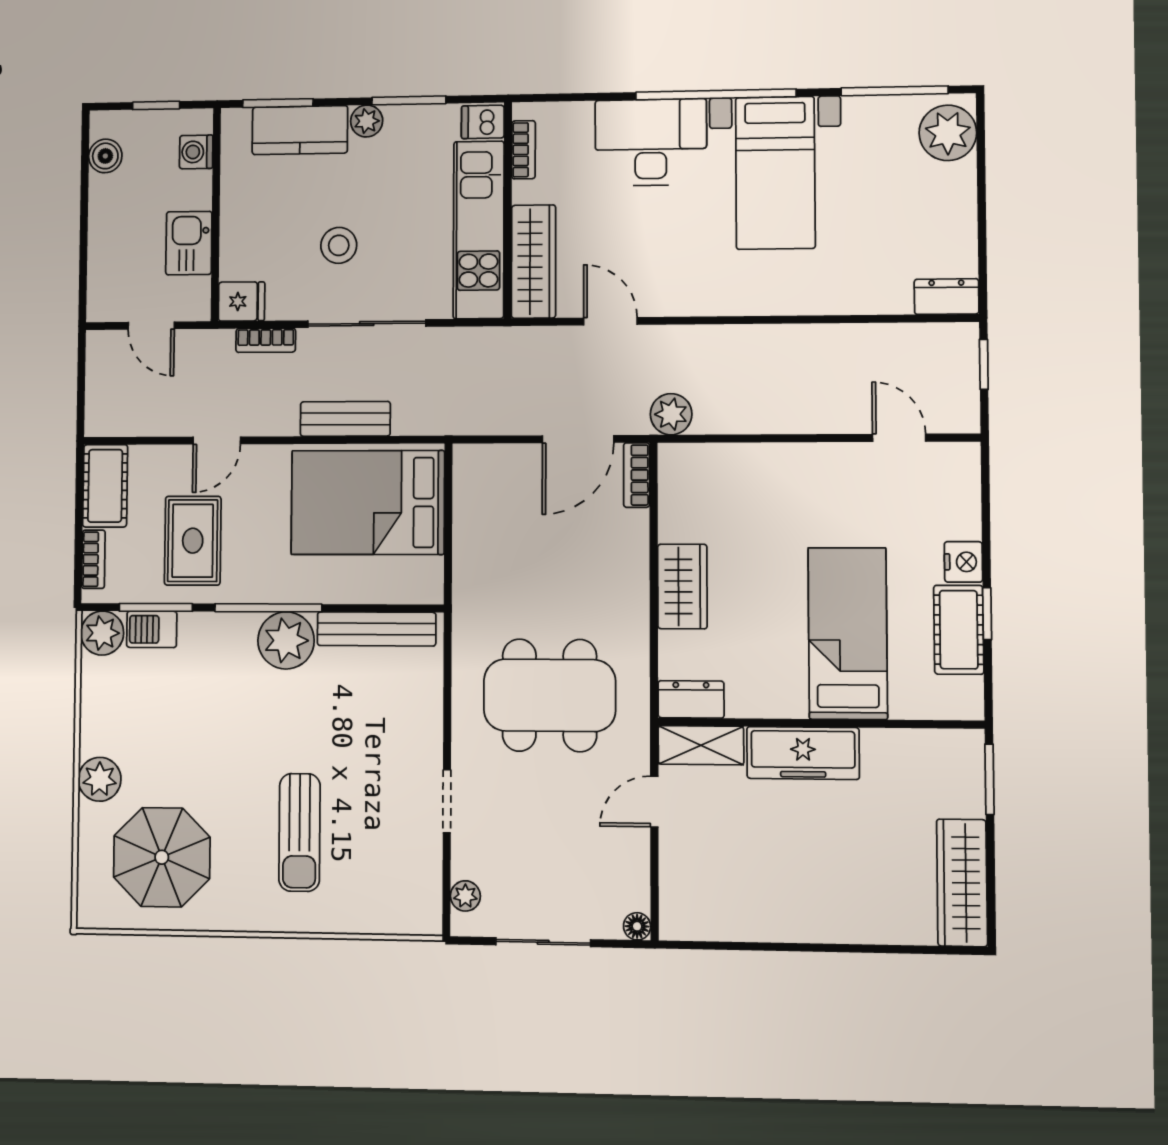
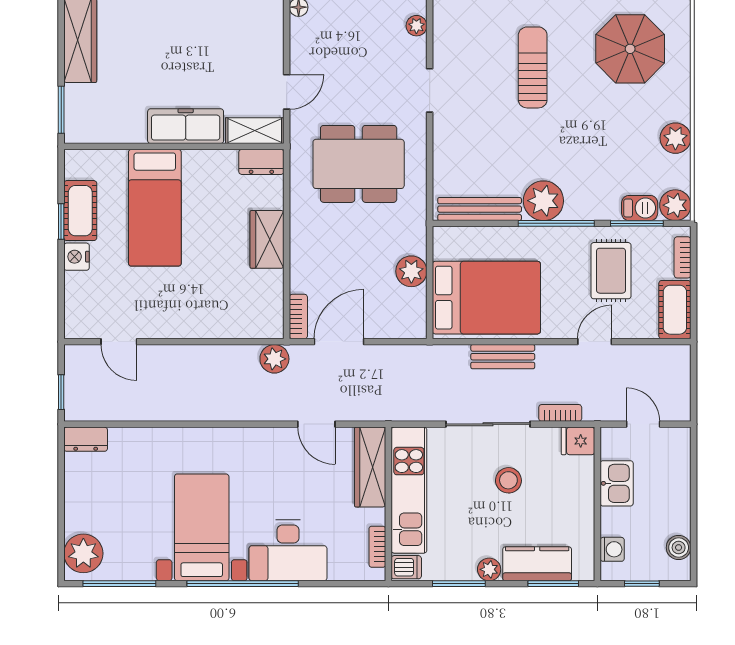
plant: (474, 540) -> (411, 271), added
plant: (100, 779) -> (675, 138), moved

